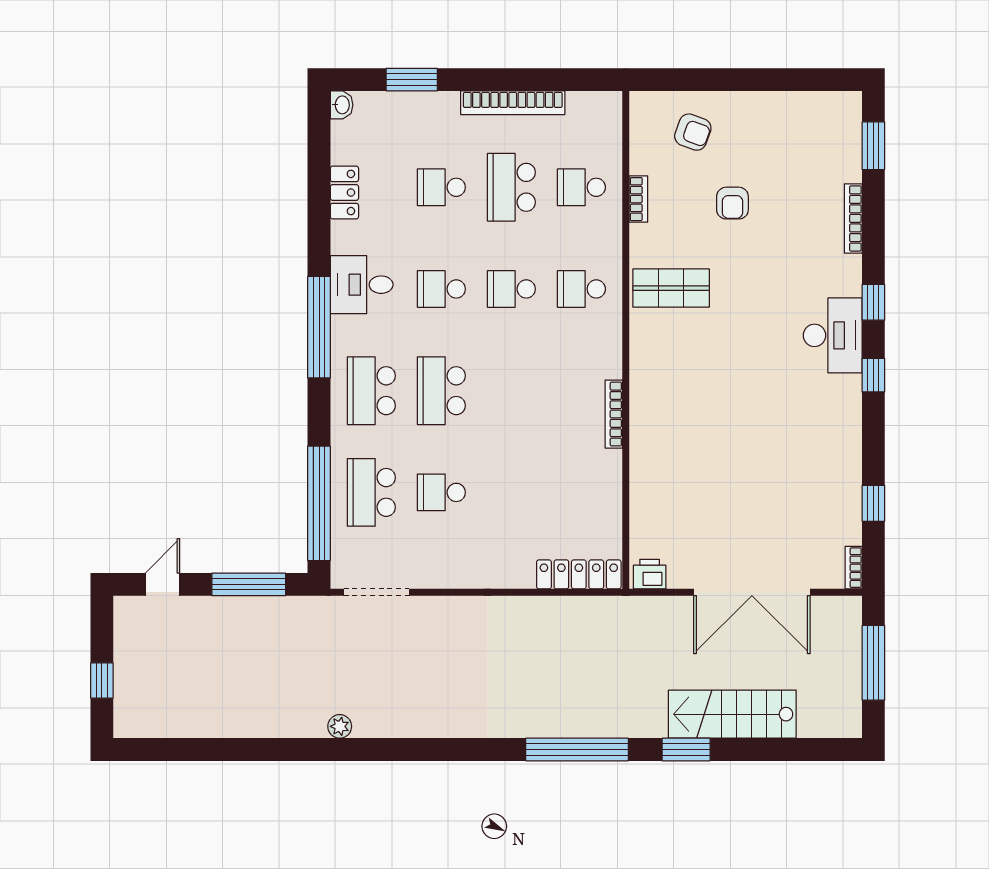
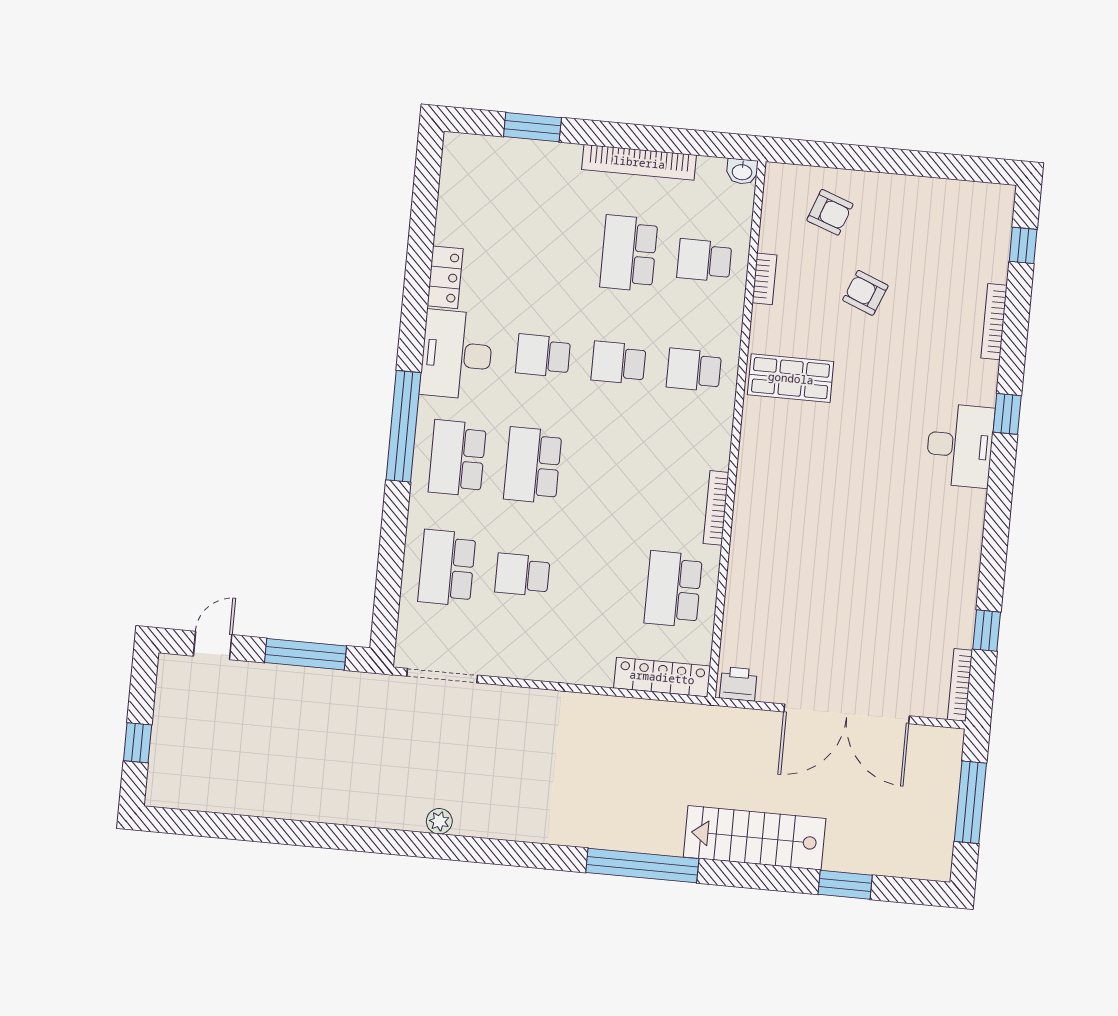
washbasin: (342, 105) -> (742, 171), moved, turned 90
window: (873, 146) -> (1023, 245), width x0.67
school desk: (441, 187) -> (673, 589), moved, width x1.85
locker: (344, 192) -> (445, 277), moved
armchair: (732, 203) -> (865, 293), turned 112
desk: (362, 285) -> (457, 355), width x1.37
window: (319, 327) -> (403, 426), moved
window: (873, 375) -> (1000, 492), removed
window: (319, 503) -> (389, 574), removed
bookcase: (854, 568) -> (960, 685), width x1.56
stairs: (732, 714) -> (755, 838), moved
plant: (340, 726) -> (439, 821), moved
window: (686, 750) -> (845, 885), moved

